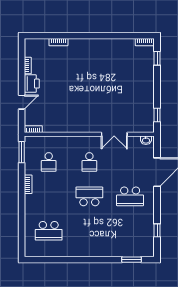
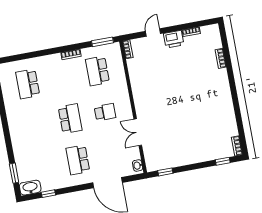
door: (22, 102) -> (153, 32), swing flipped
school desk: (49, 162) -> (97, 71), width x1.85
school desk: (89, 162) -> (105, 112), turned 180
washbasin: (148, 247) -> (30, 188), added

